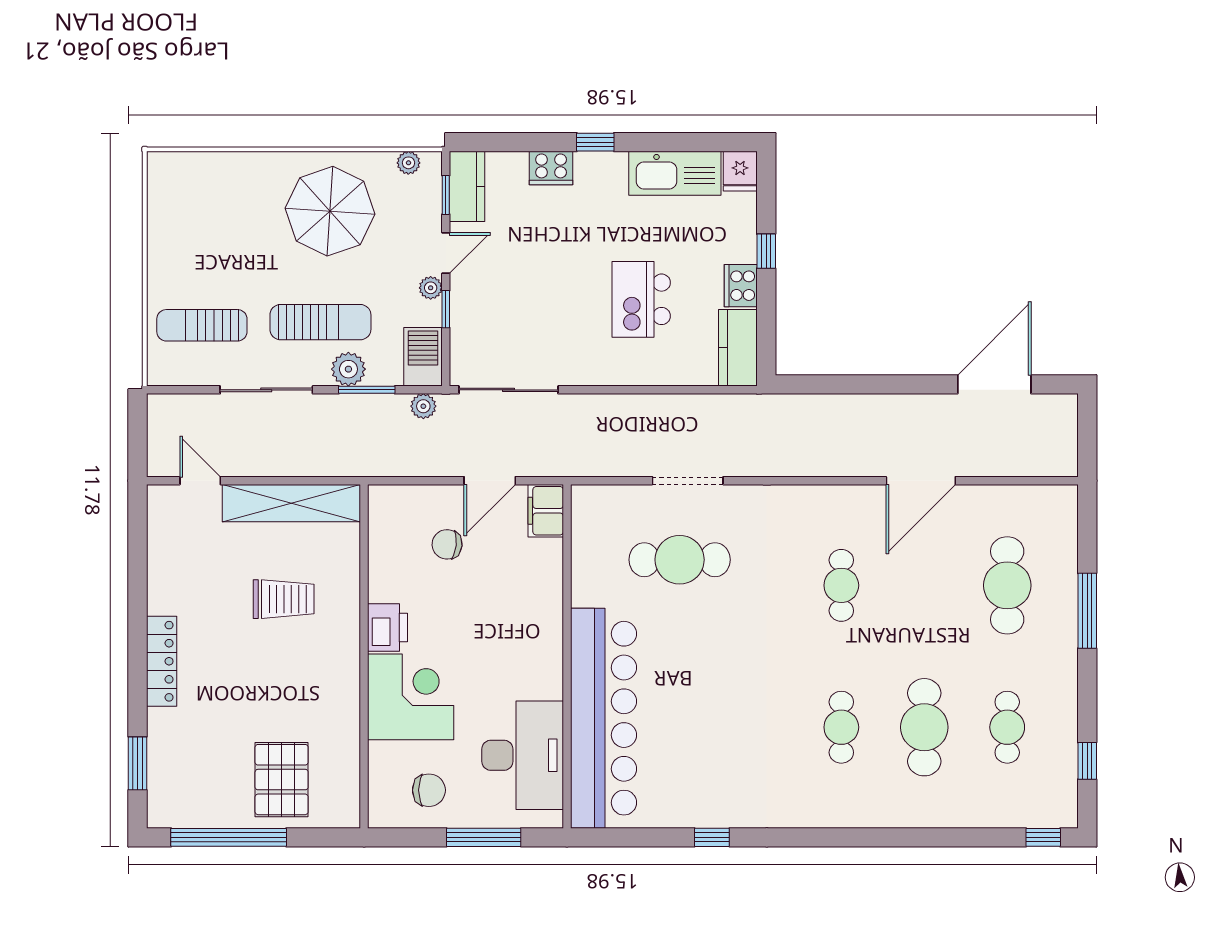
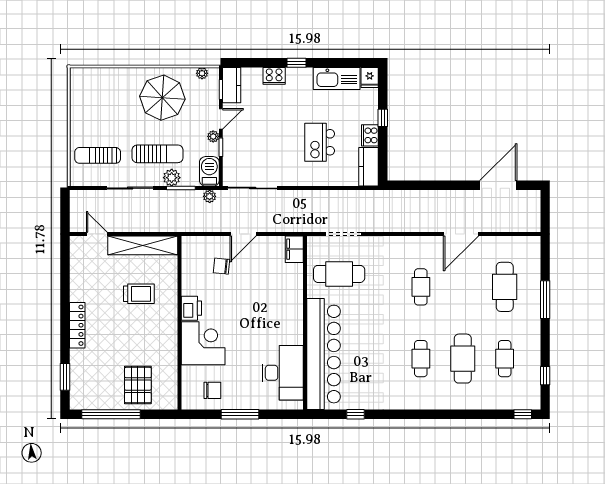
filing cabinet: (546, 511) -> (294, 249), moved
wall: (567, 656) -> (305, 323), moved
bar counter: (603, 718) -> (324, 354), moved
desk: (523, 755) -> (283, 373), moved

